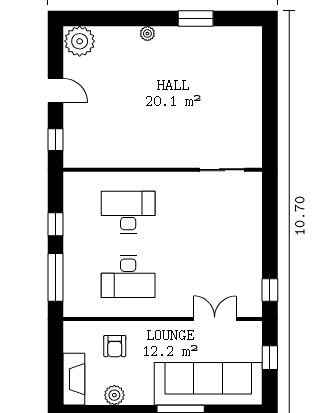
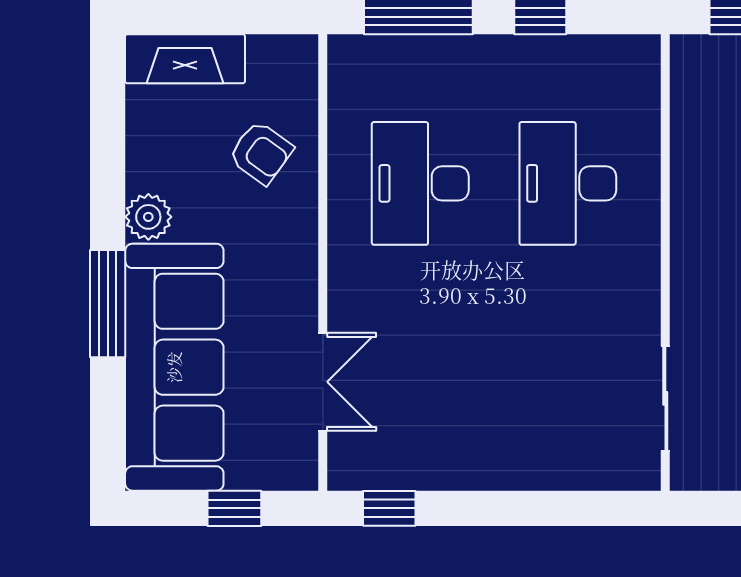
desk: (128, 212) -> (568, 183), turned 180
armchair: (115, 346) -> (261, 153), turned -144
plant: (114, 395) -> (148, 217), moved

